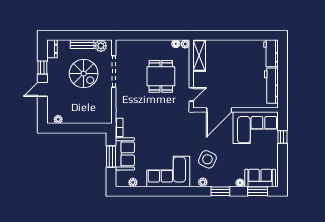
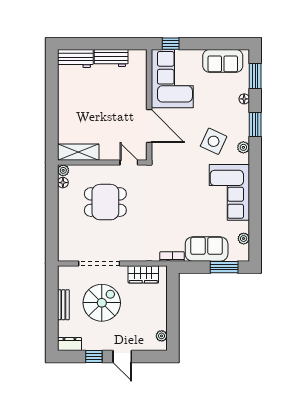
plant: (101, 46) -> (66, 280), removed
workbench: (271, 86) -> (111, 58), width x0.73
wardrobe: (105, 105) -> (143, 274), added
window: (282, 137) -> (171, 44), moved
window: (111, 156) -> (224, 267), moved
sofa: (260, 178) -> (223, 61), moved, turned -90

